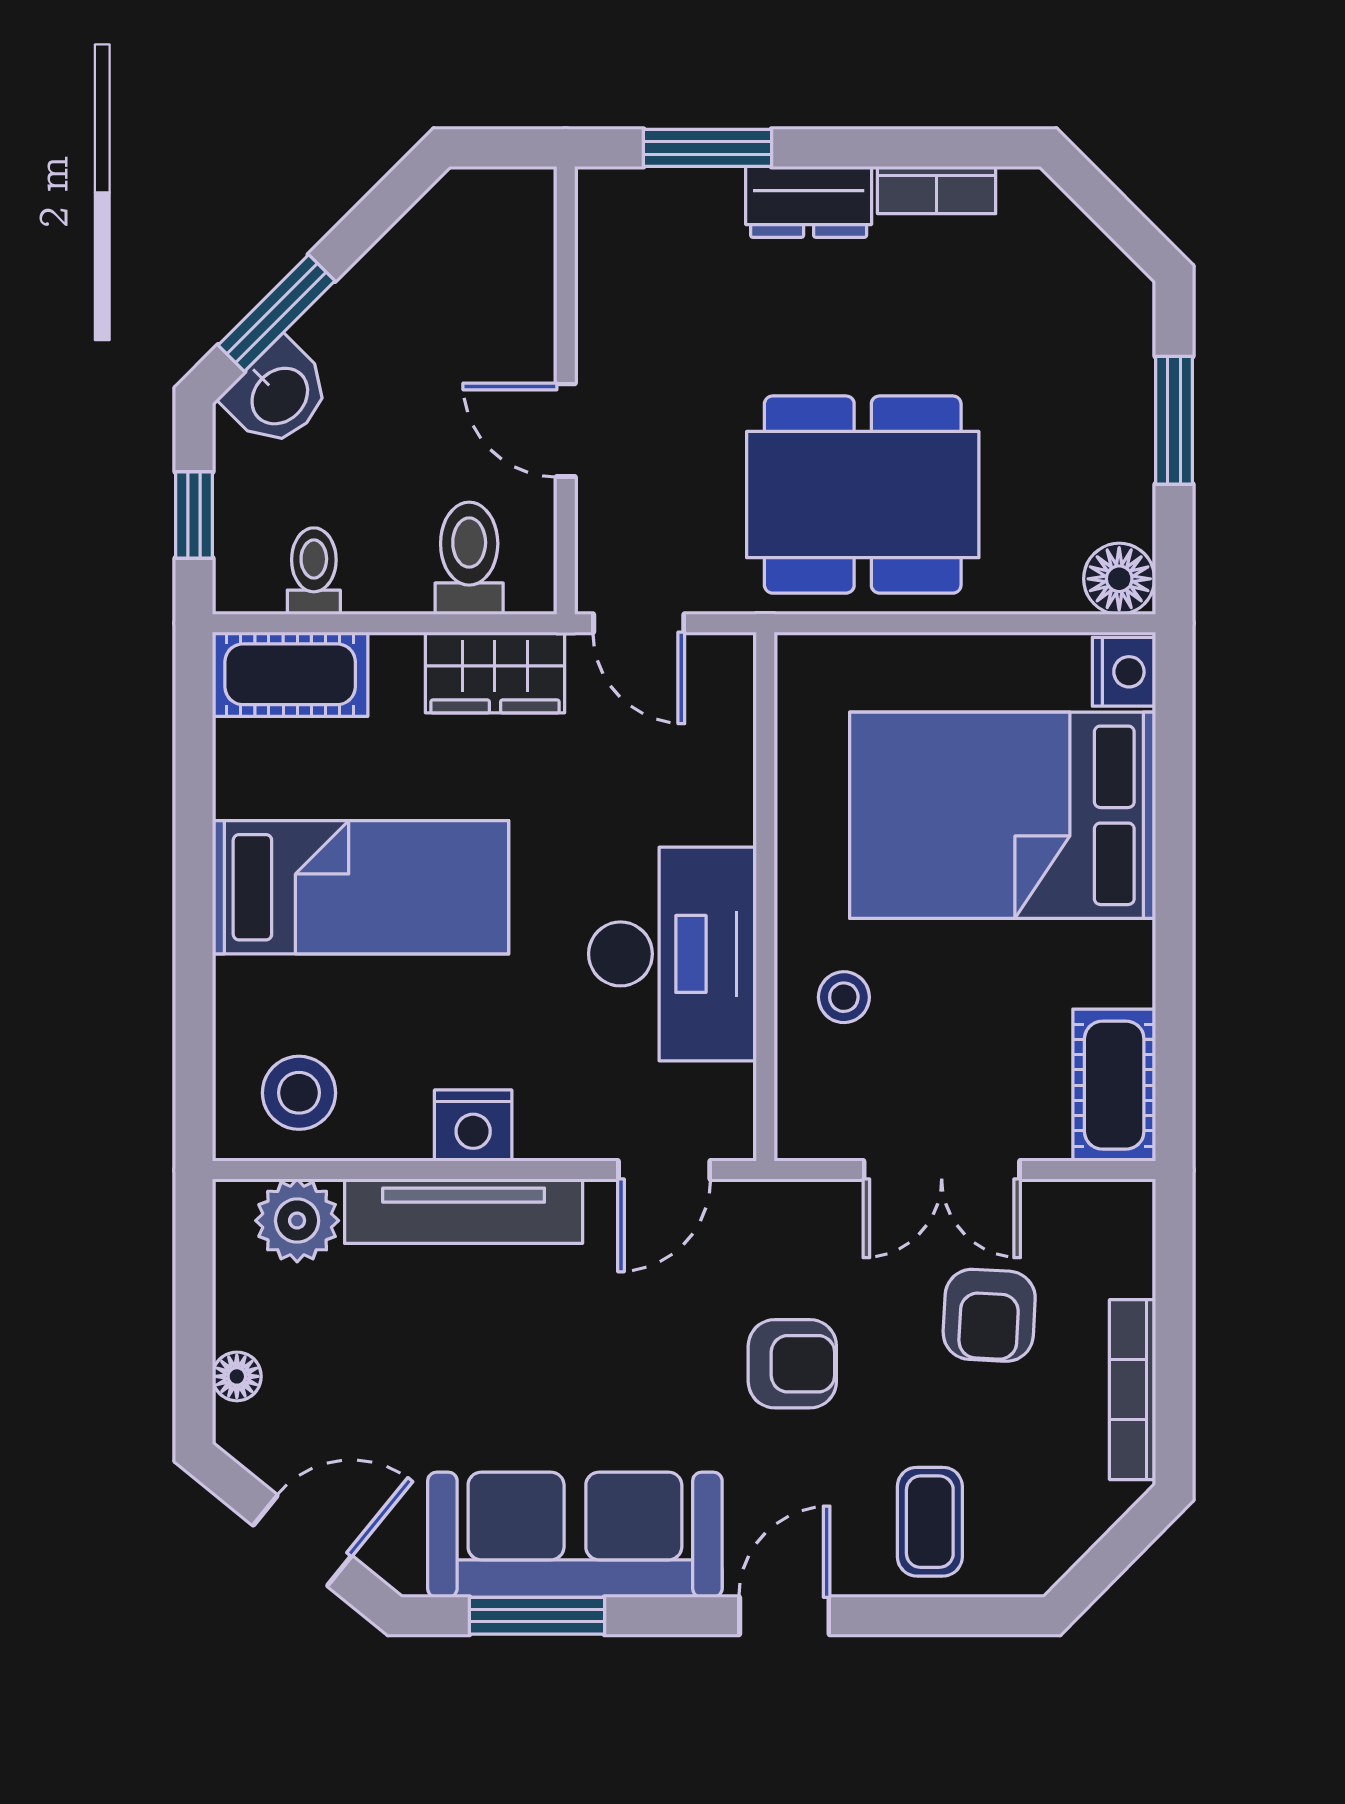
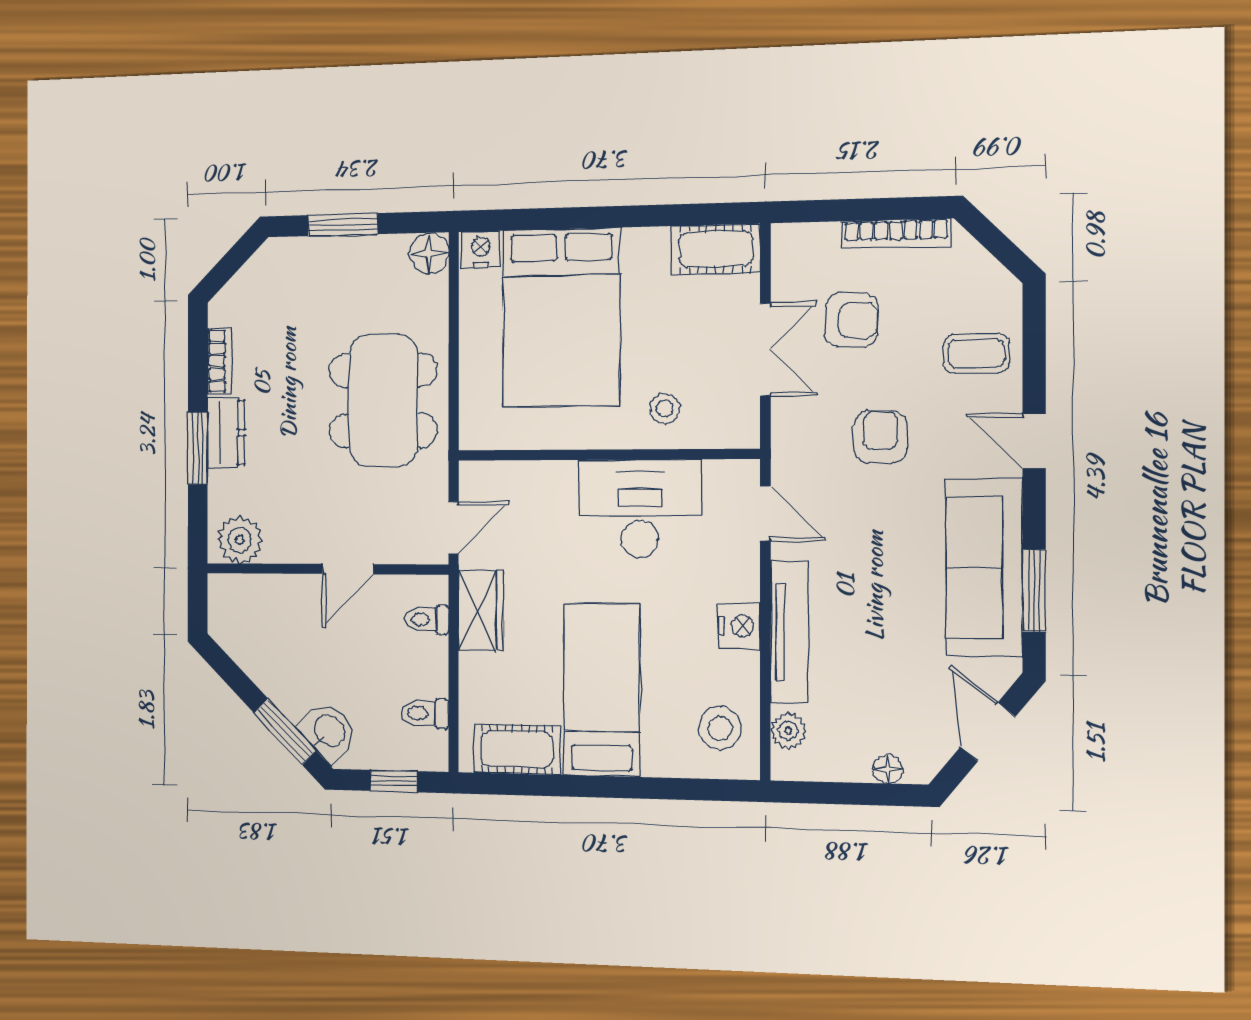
window: (707, 148) -> (198, 448), moved
plant: (617, 228) -> (240, 540), added
toilet: (469, 558) -> (426, 620), width x0.73, depth x0.72
cot: (290, 674) -> (517, 749), moved, turned 90
plant: (297, 1221) -> (788, 731), width x0.73, depth x0.73

